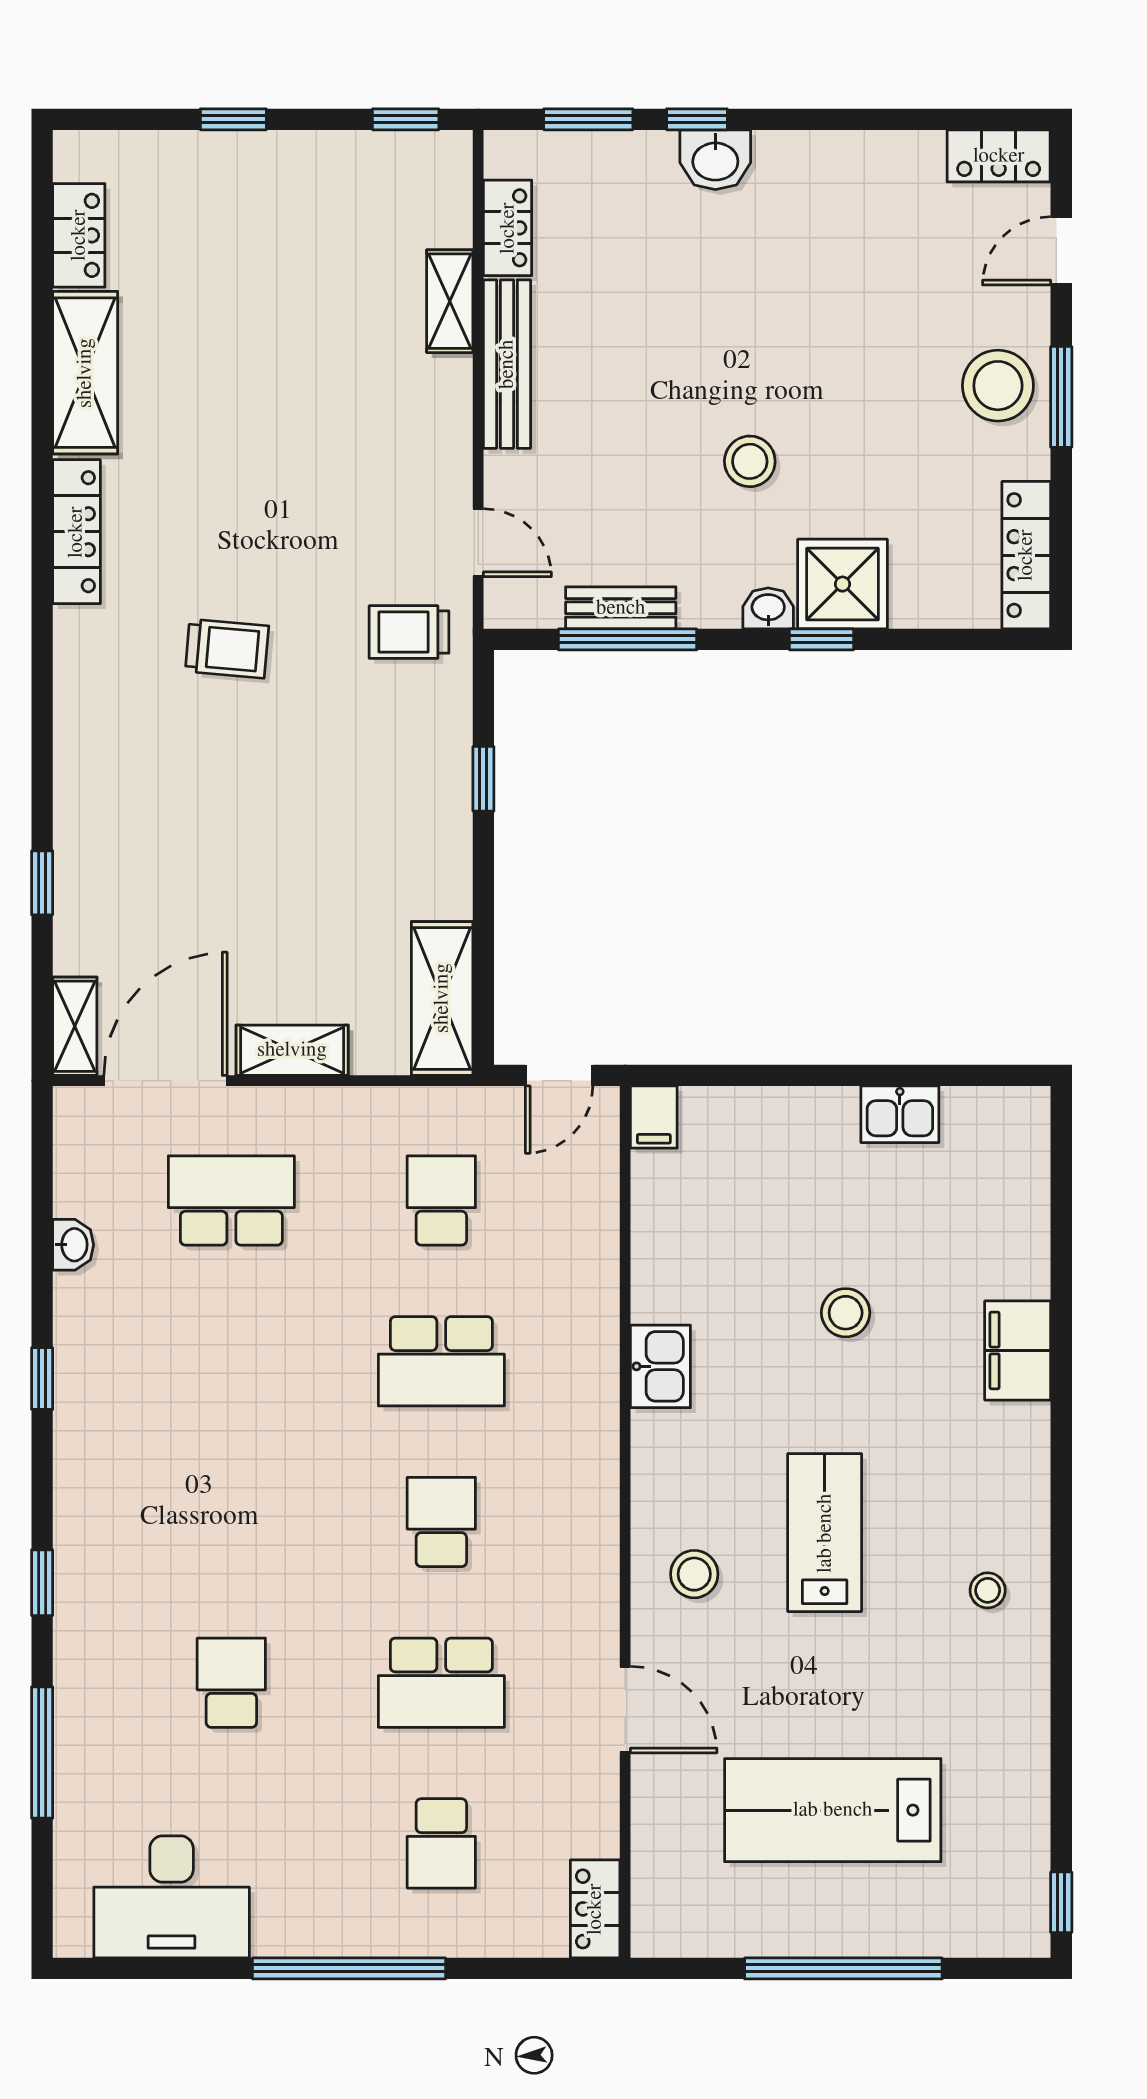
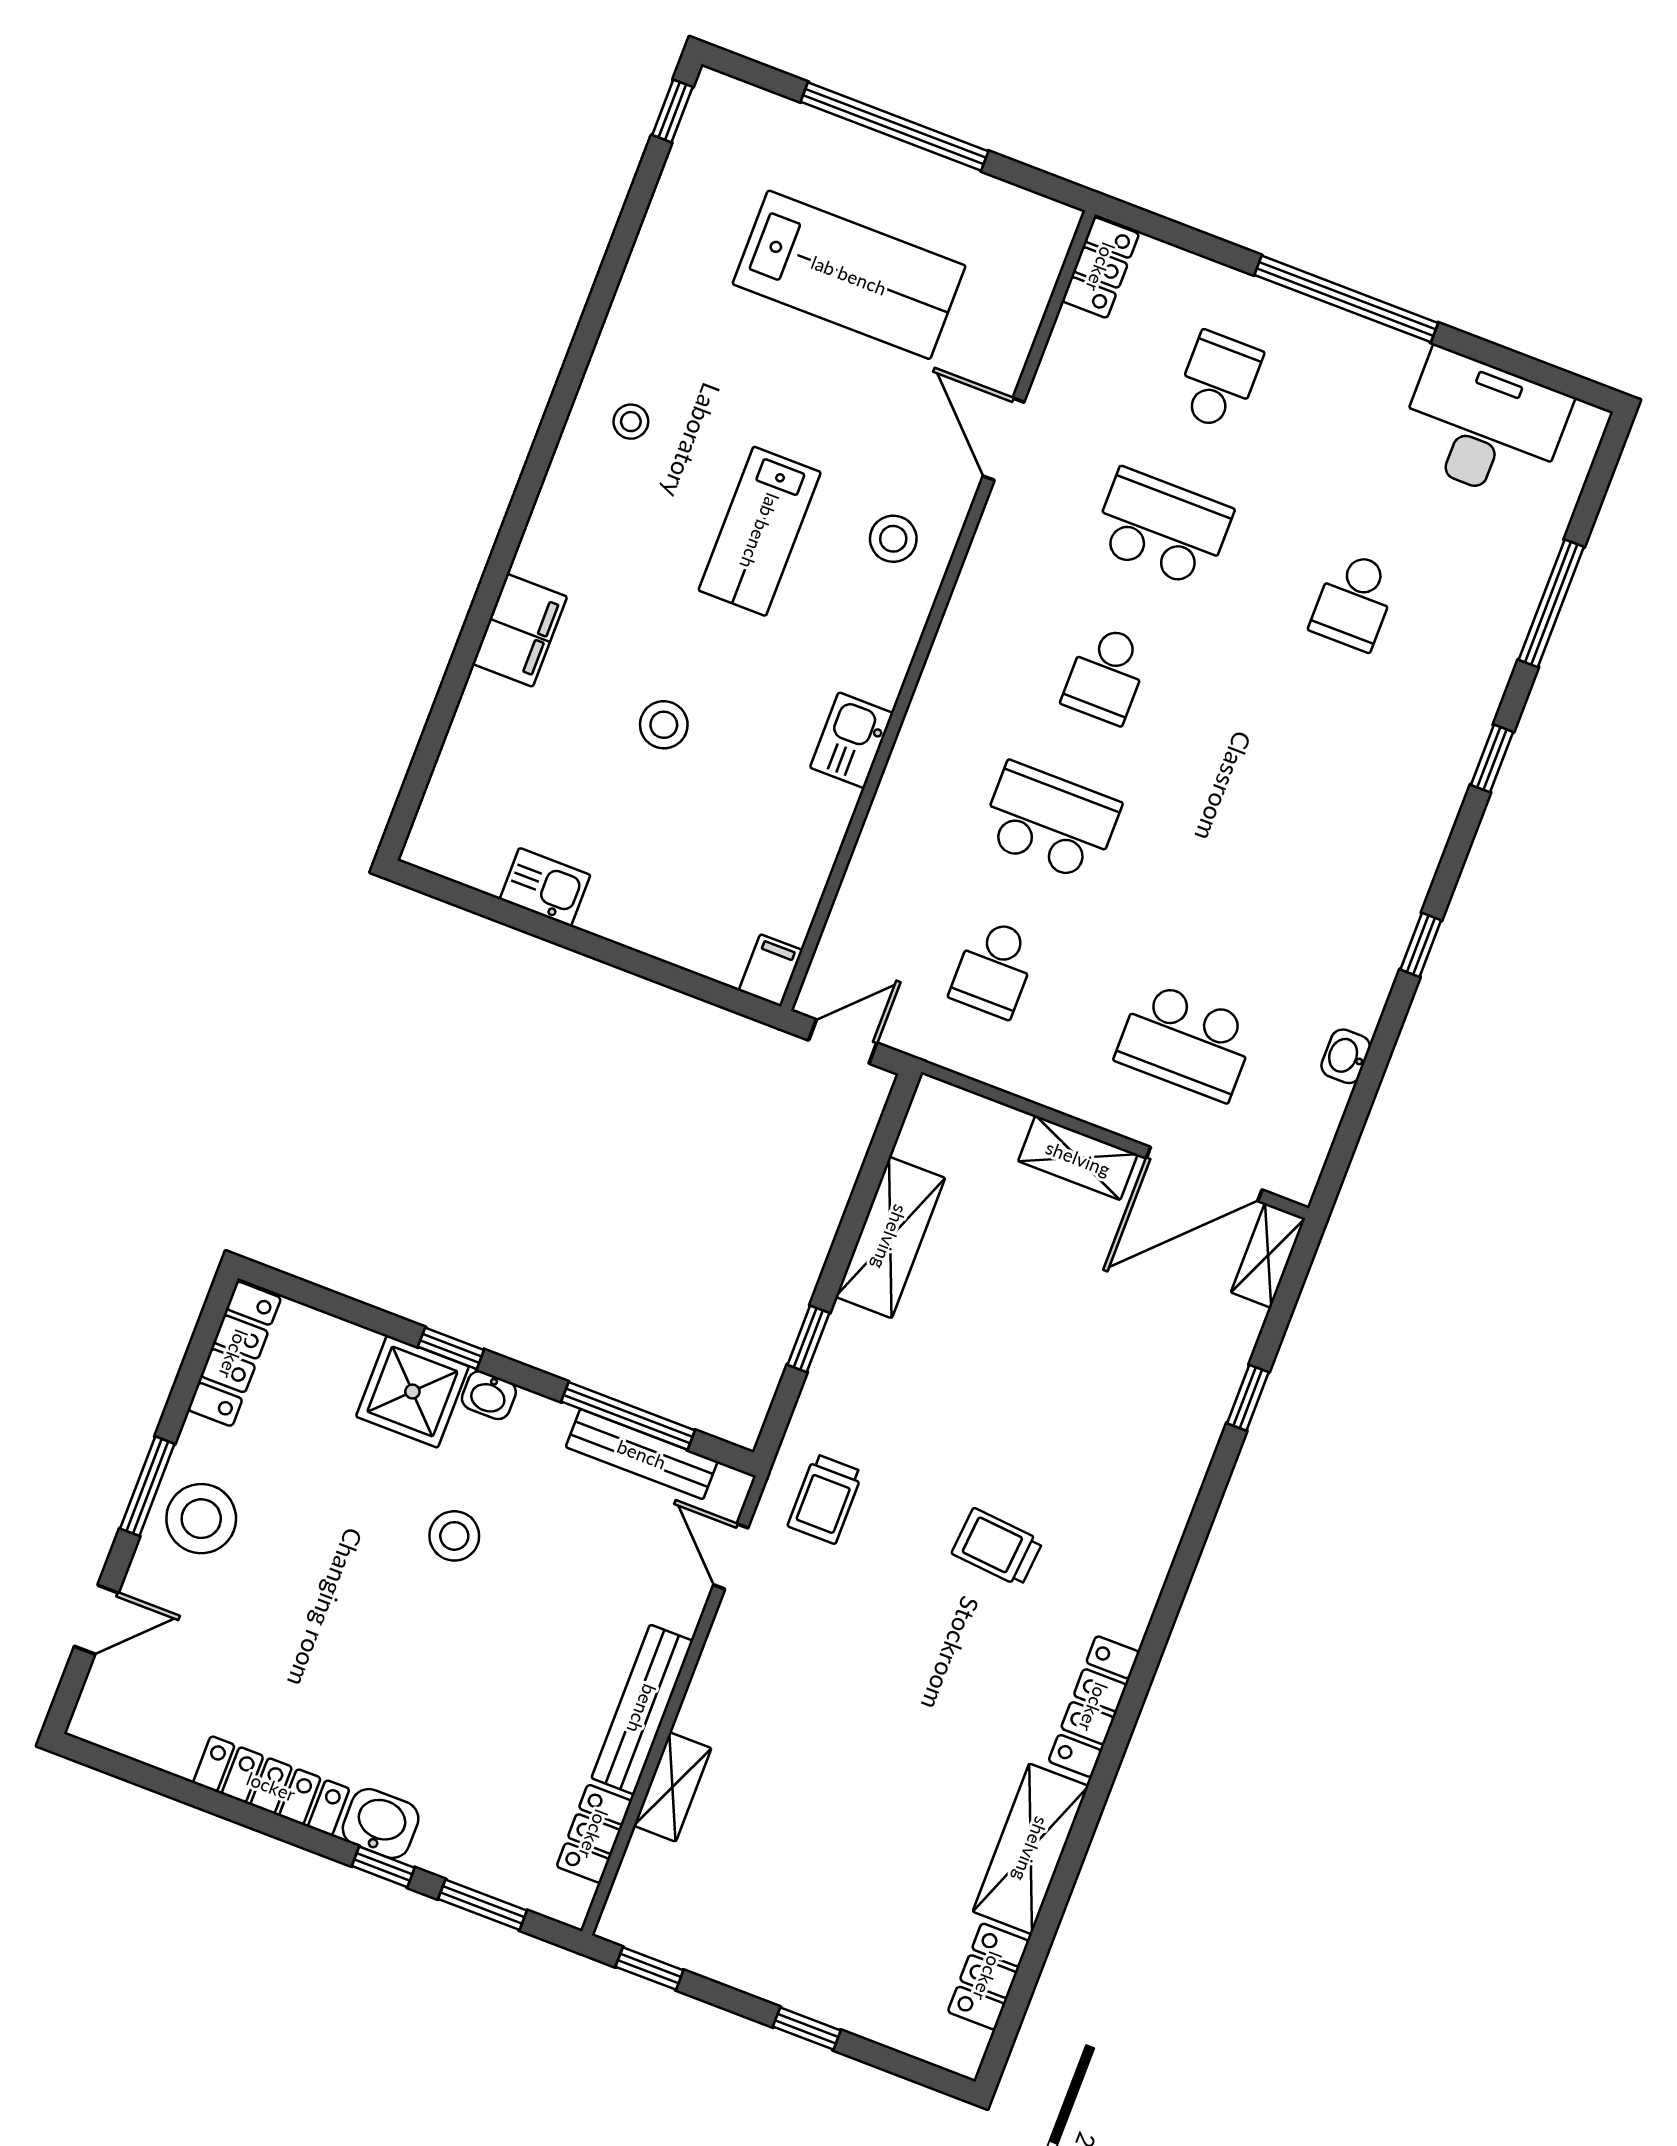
locker: (999, 156) -> (271, 1786), moved, width x1.53
bench: (621, 608) -> (642, 1454), width x1.36
trolley: (409, 632) -> (825, 1499), turned 90
shelving: (442, 998) -> (890, 1237), moved

